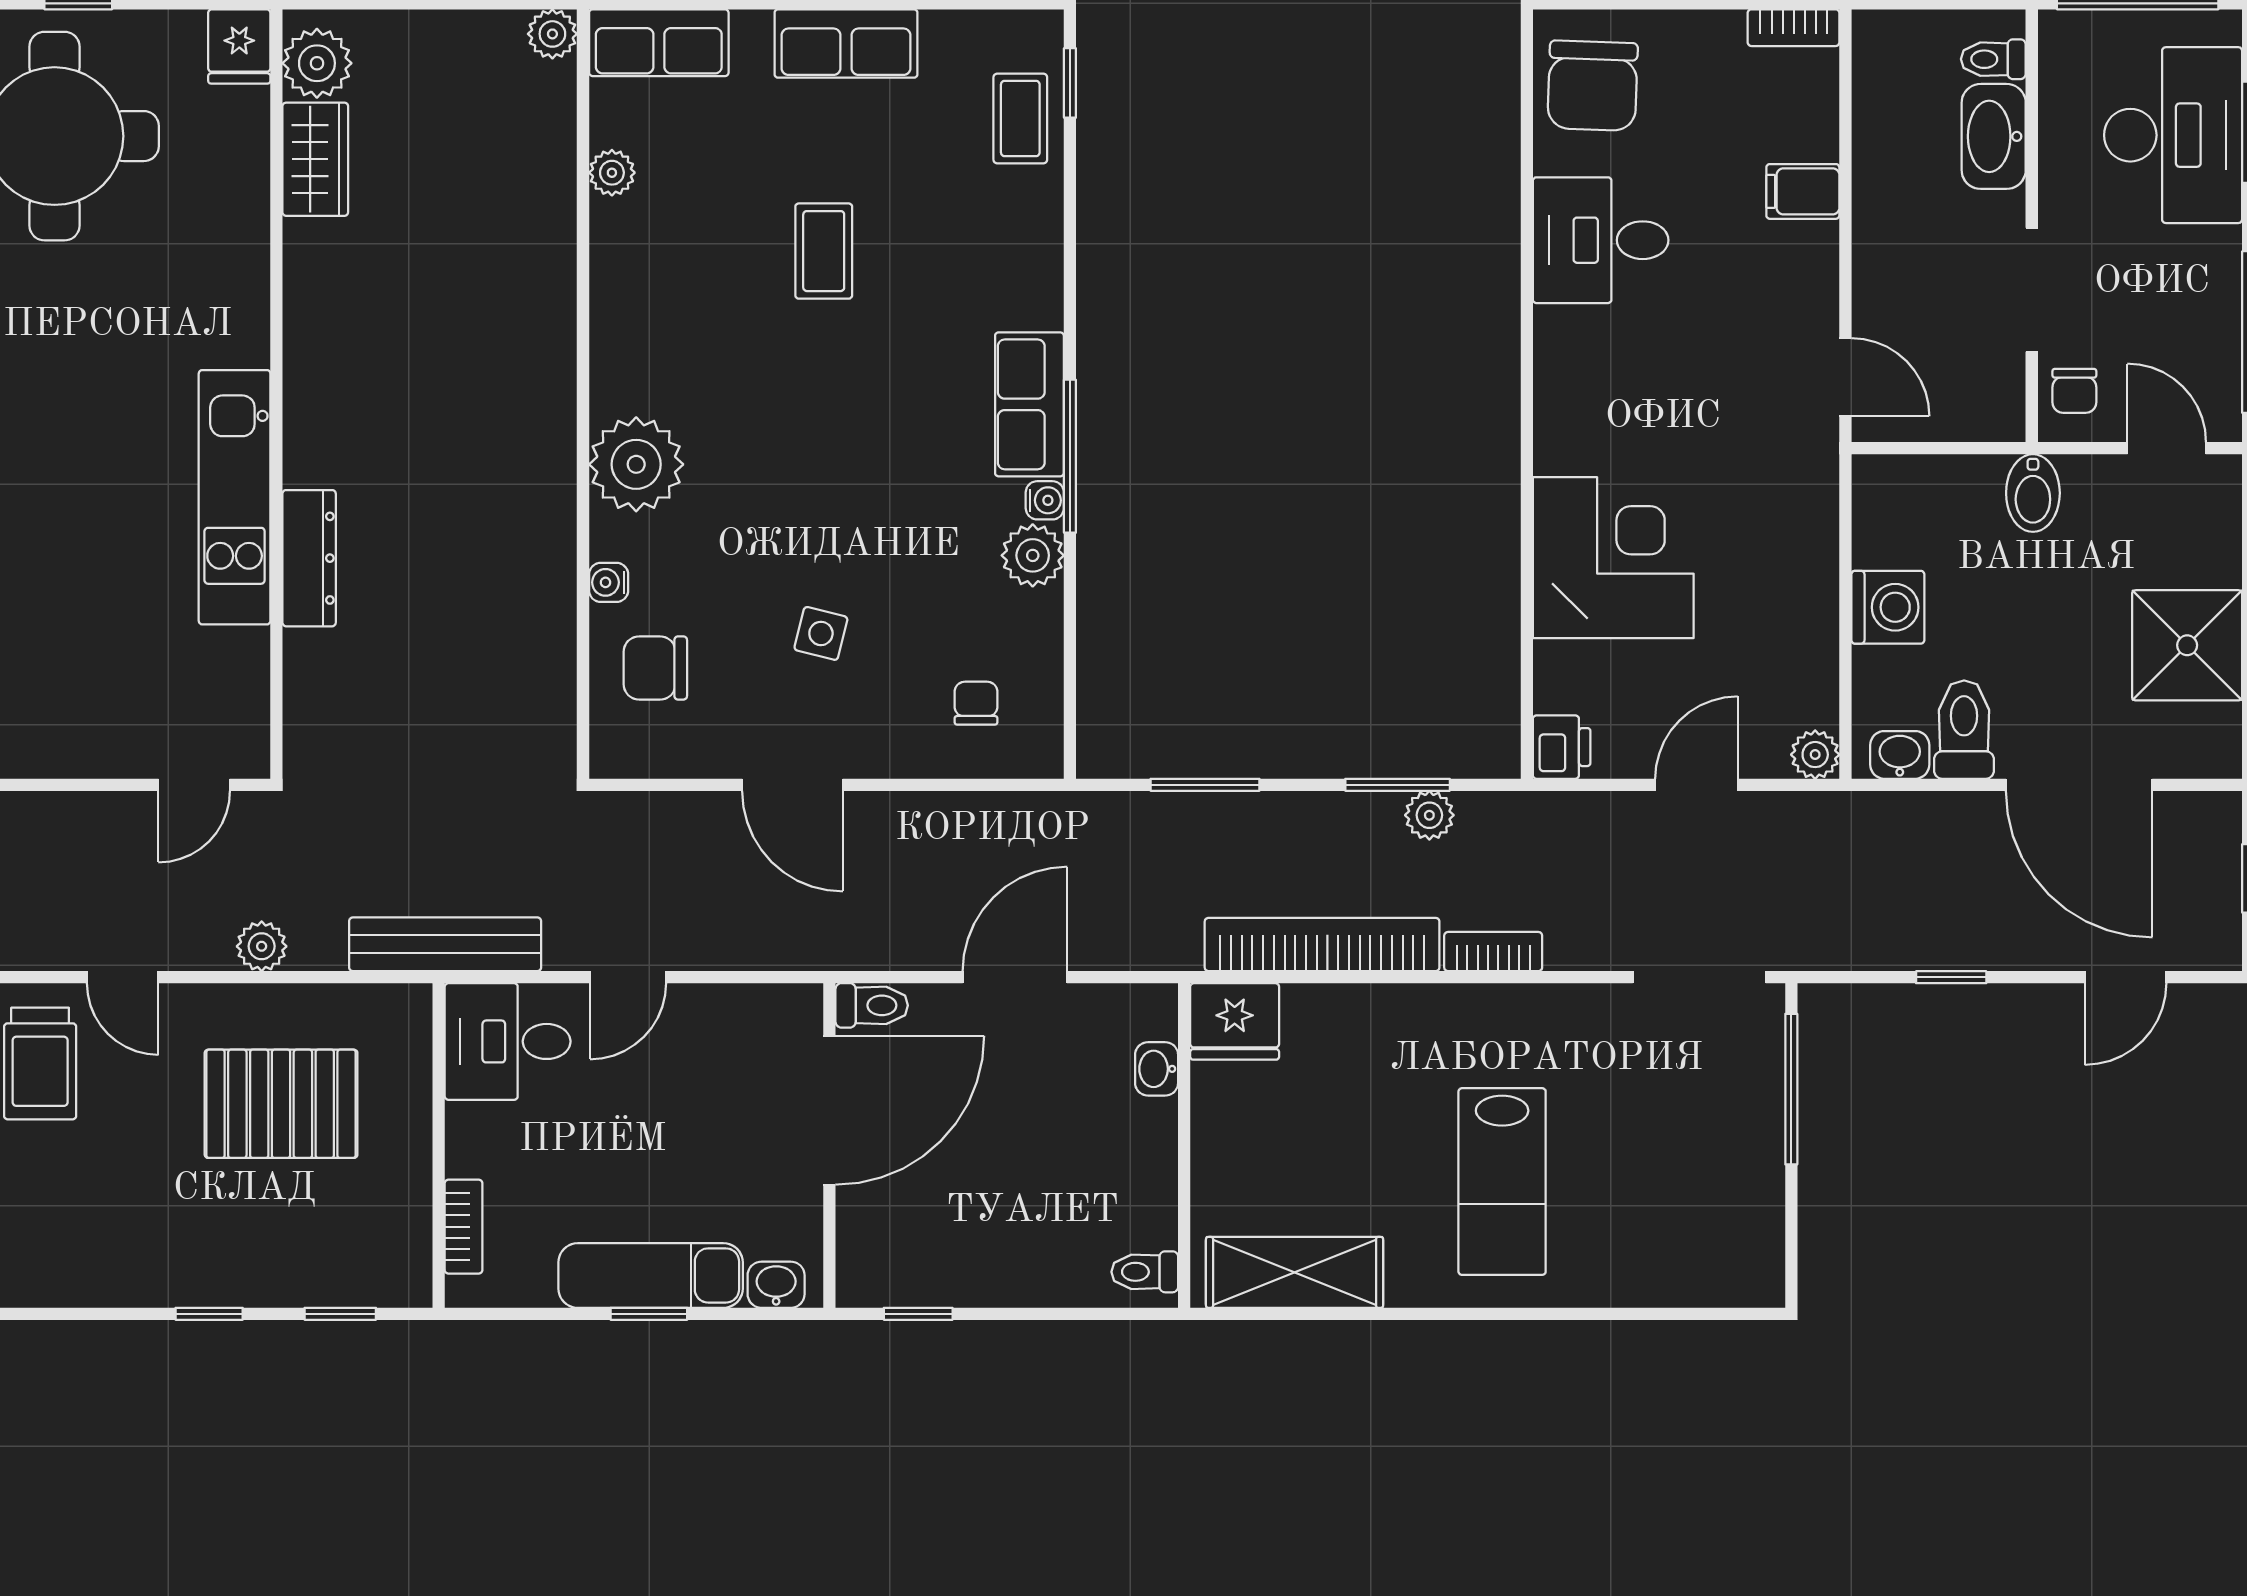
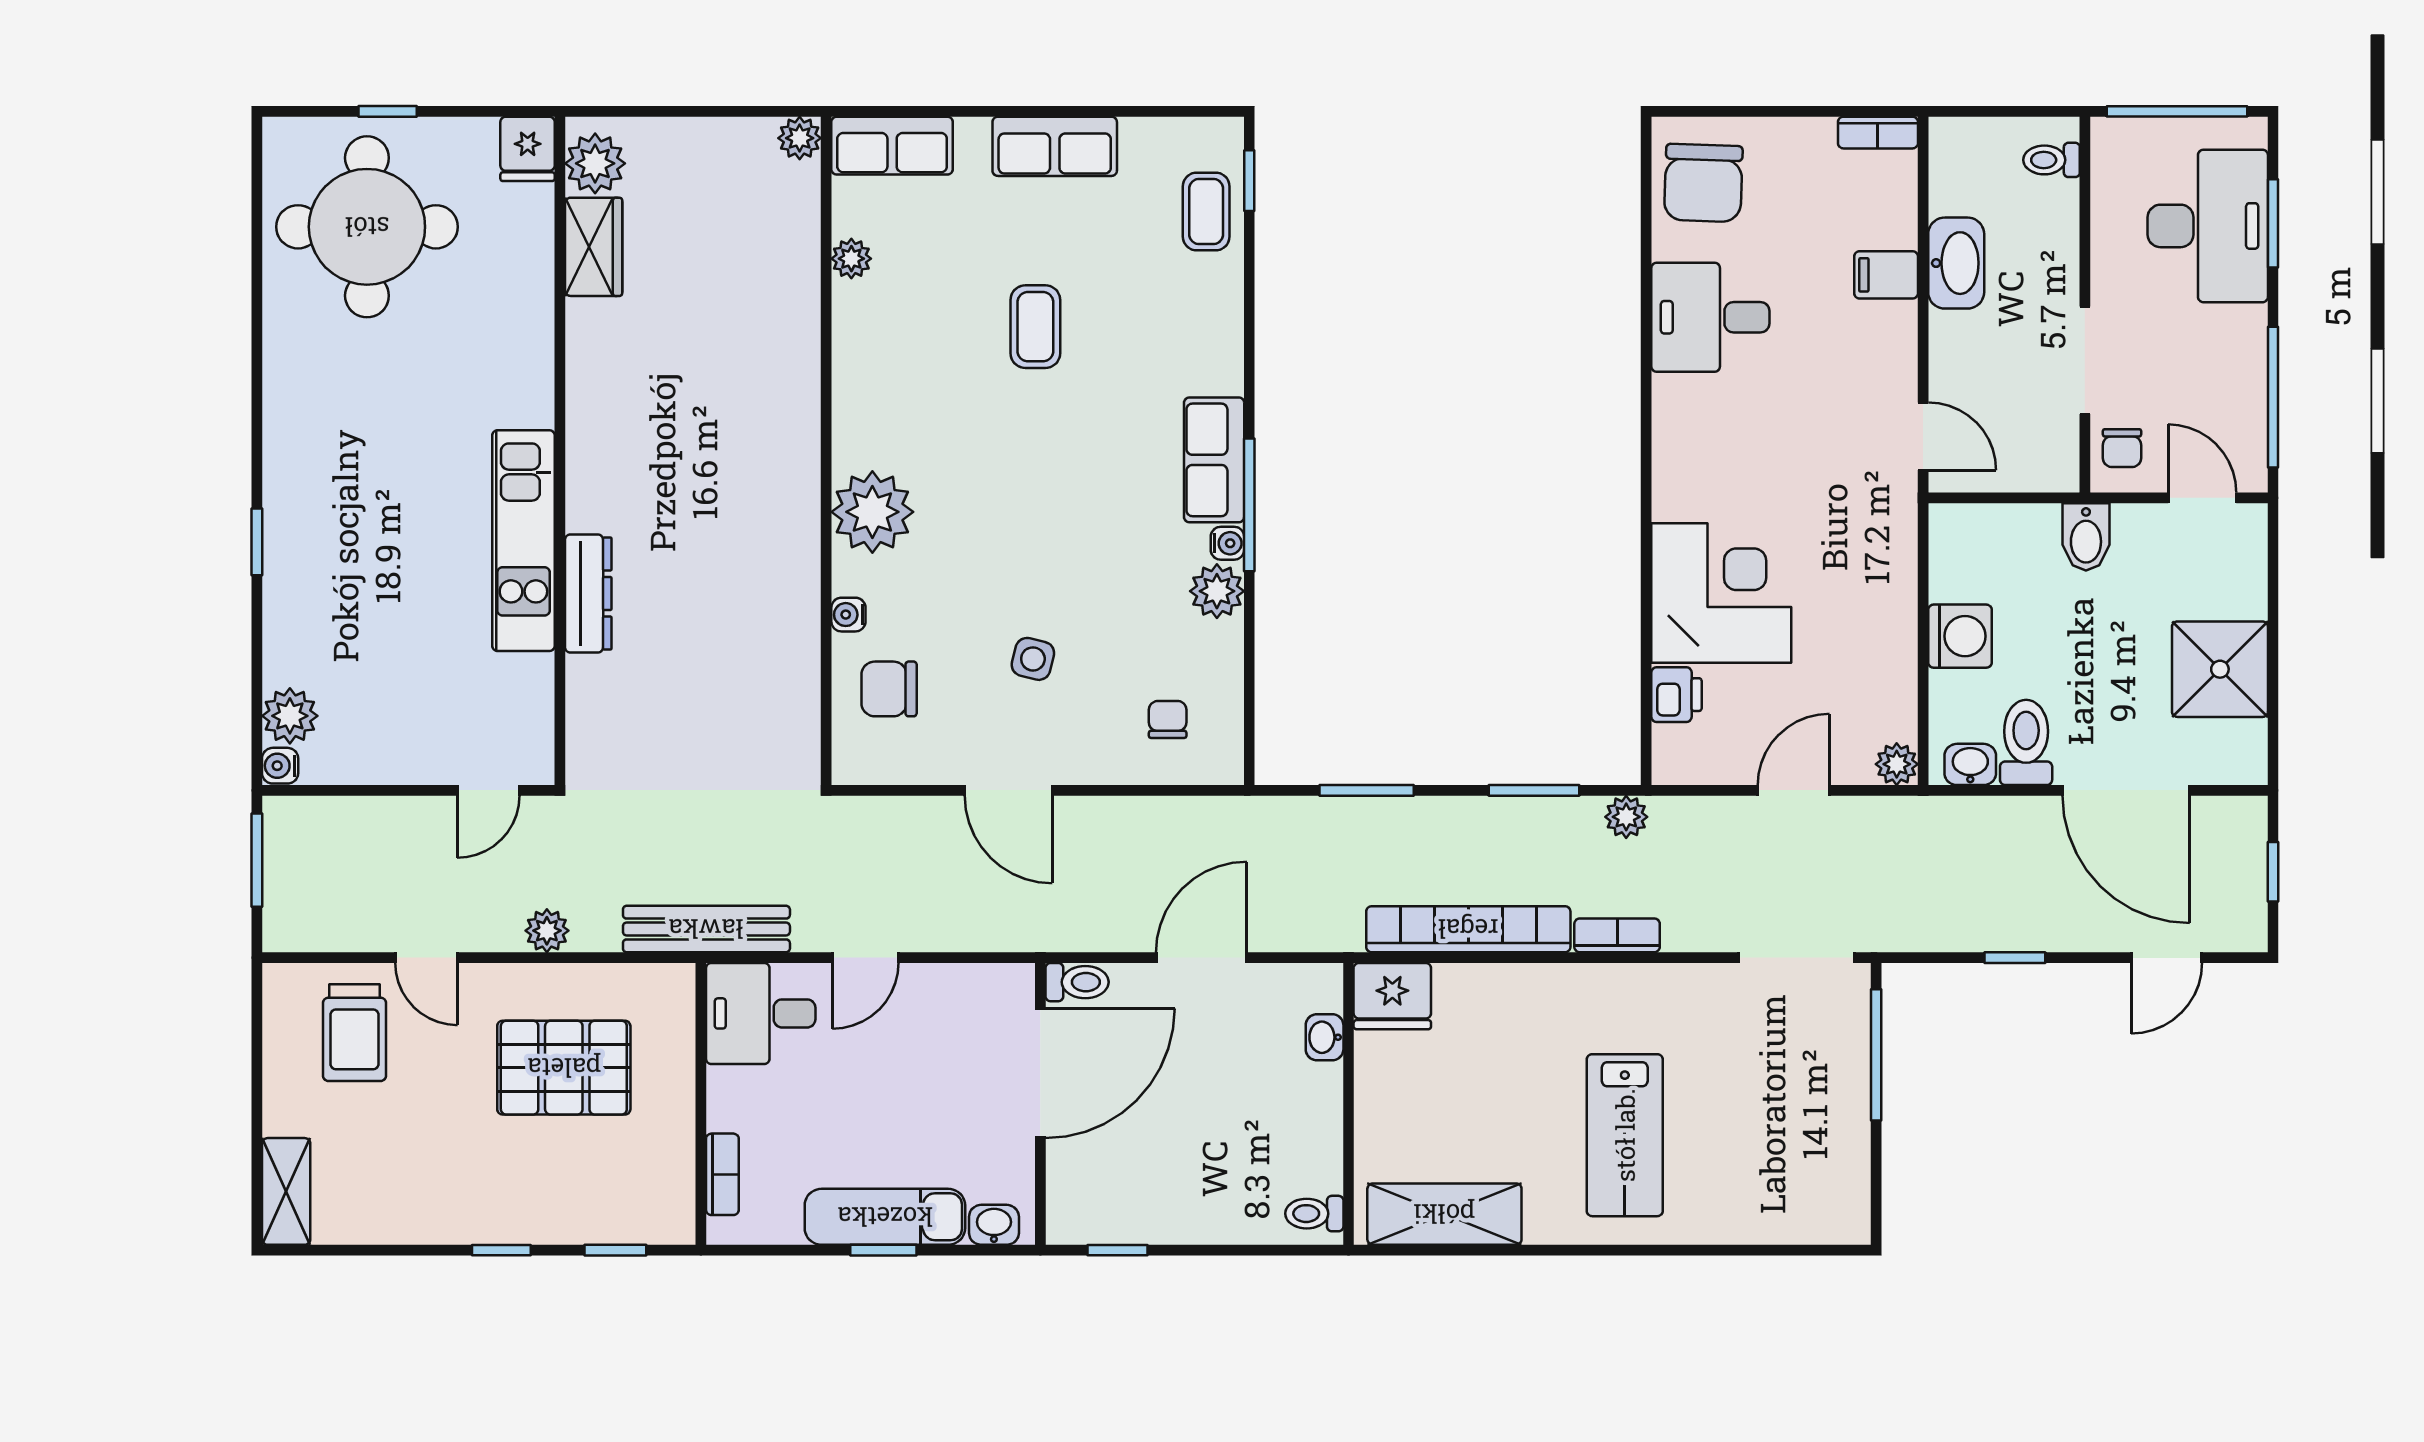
washbasin: (1994, 136) -> (1956, 263), moved, turned 180
printer: (1562, 747) -> (1676, 695), moved
plant: (1429, 815) -> (1626, 817), moved

